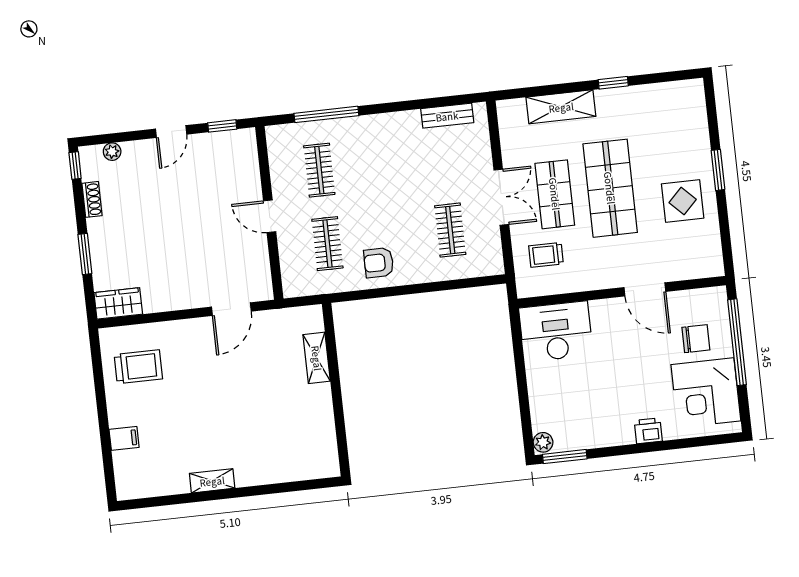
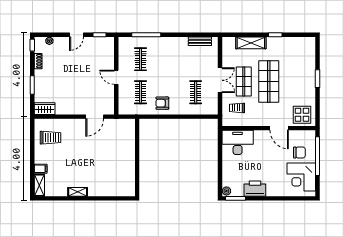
display table: (683, 201) -> (302, 115), moved
shelving: (317, 358) -> (39, 185), moved
printer: (648, 431) -> (255, 189), moved, width x1.87, depth x1.48

